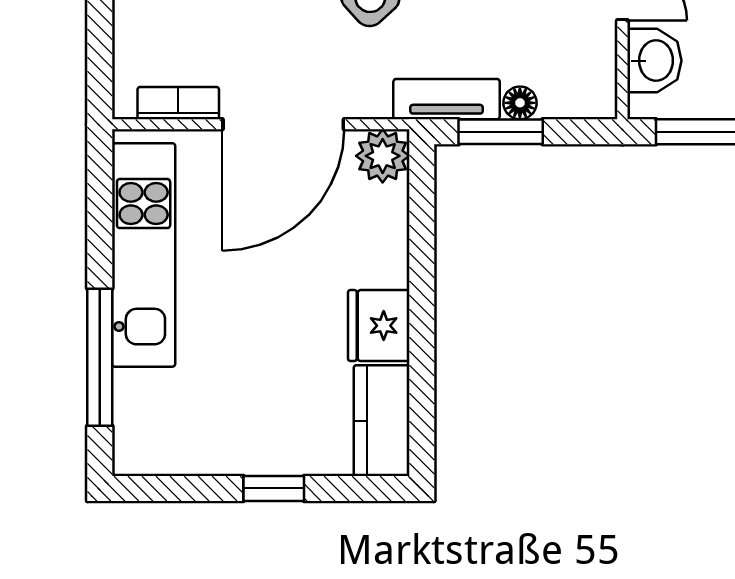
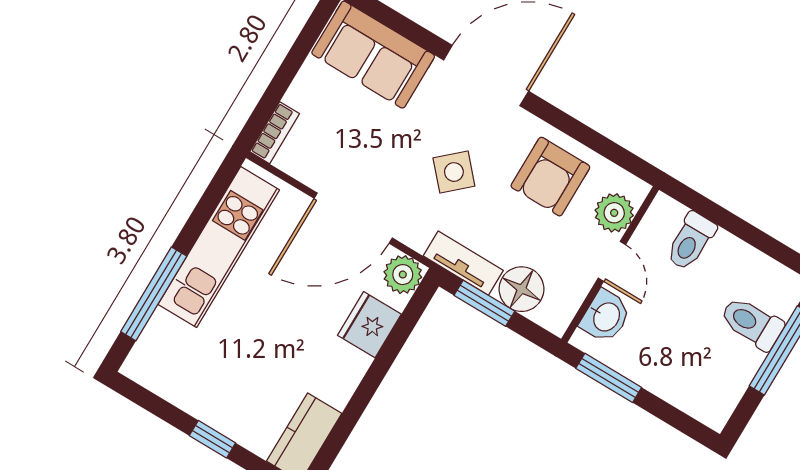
bookcase: (178, 103) -> (275, 133), moved, turned 90
floor lamp: (520, 103) -> (521, 289), width x1.89, depth x1.89
fridge: (379, 326) -> (369, 325), moved

